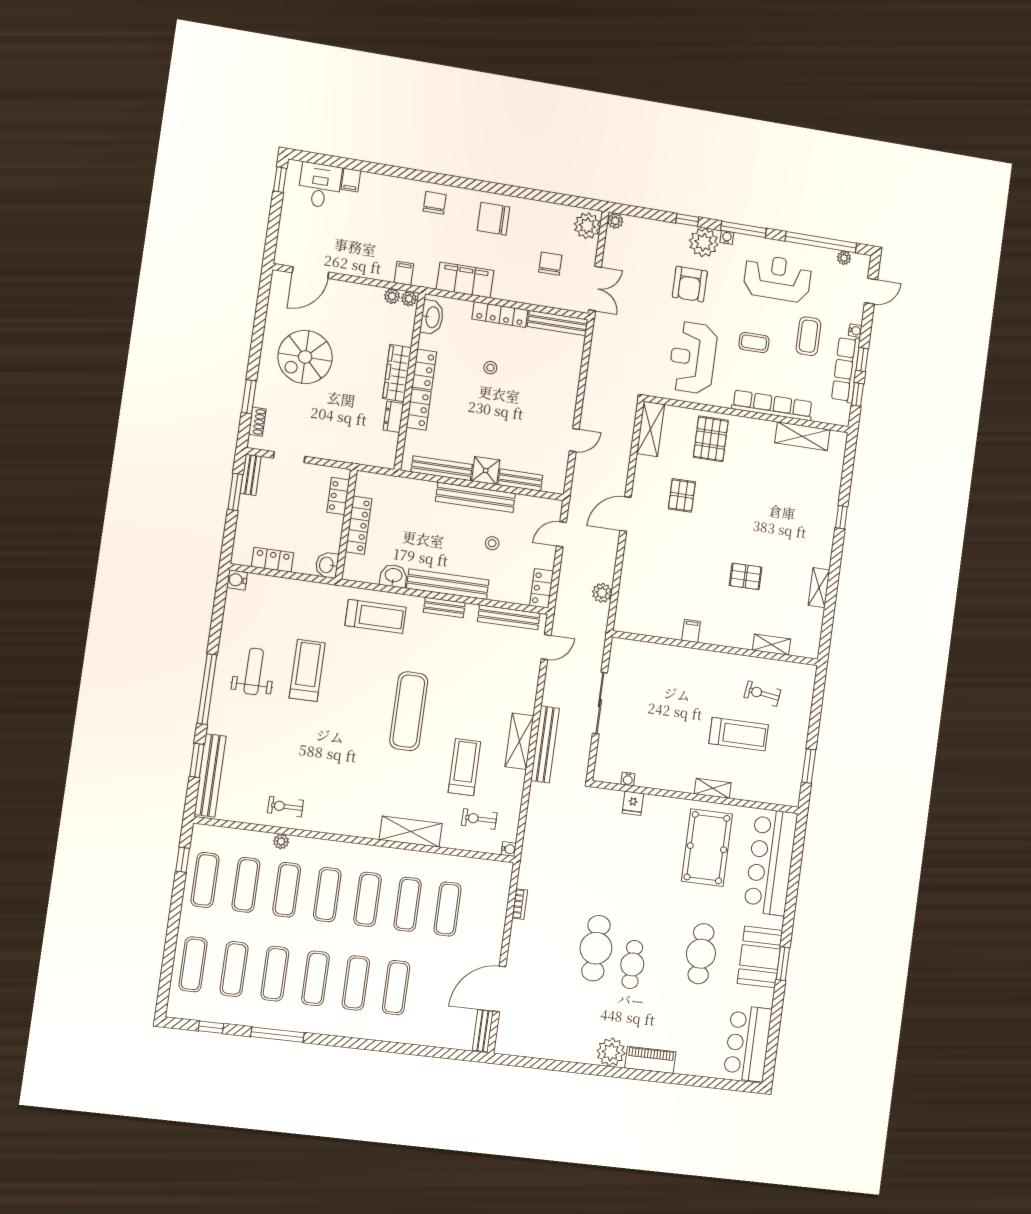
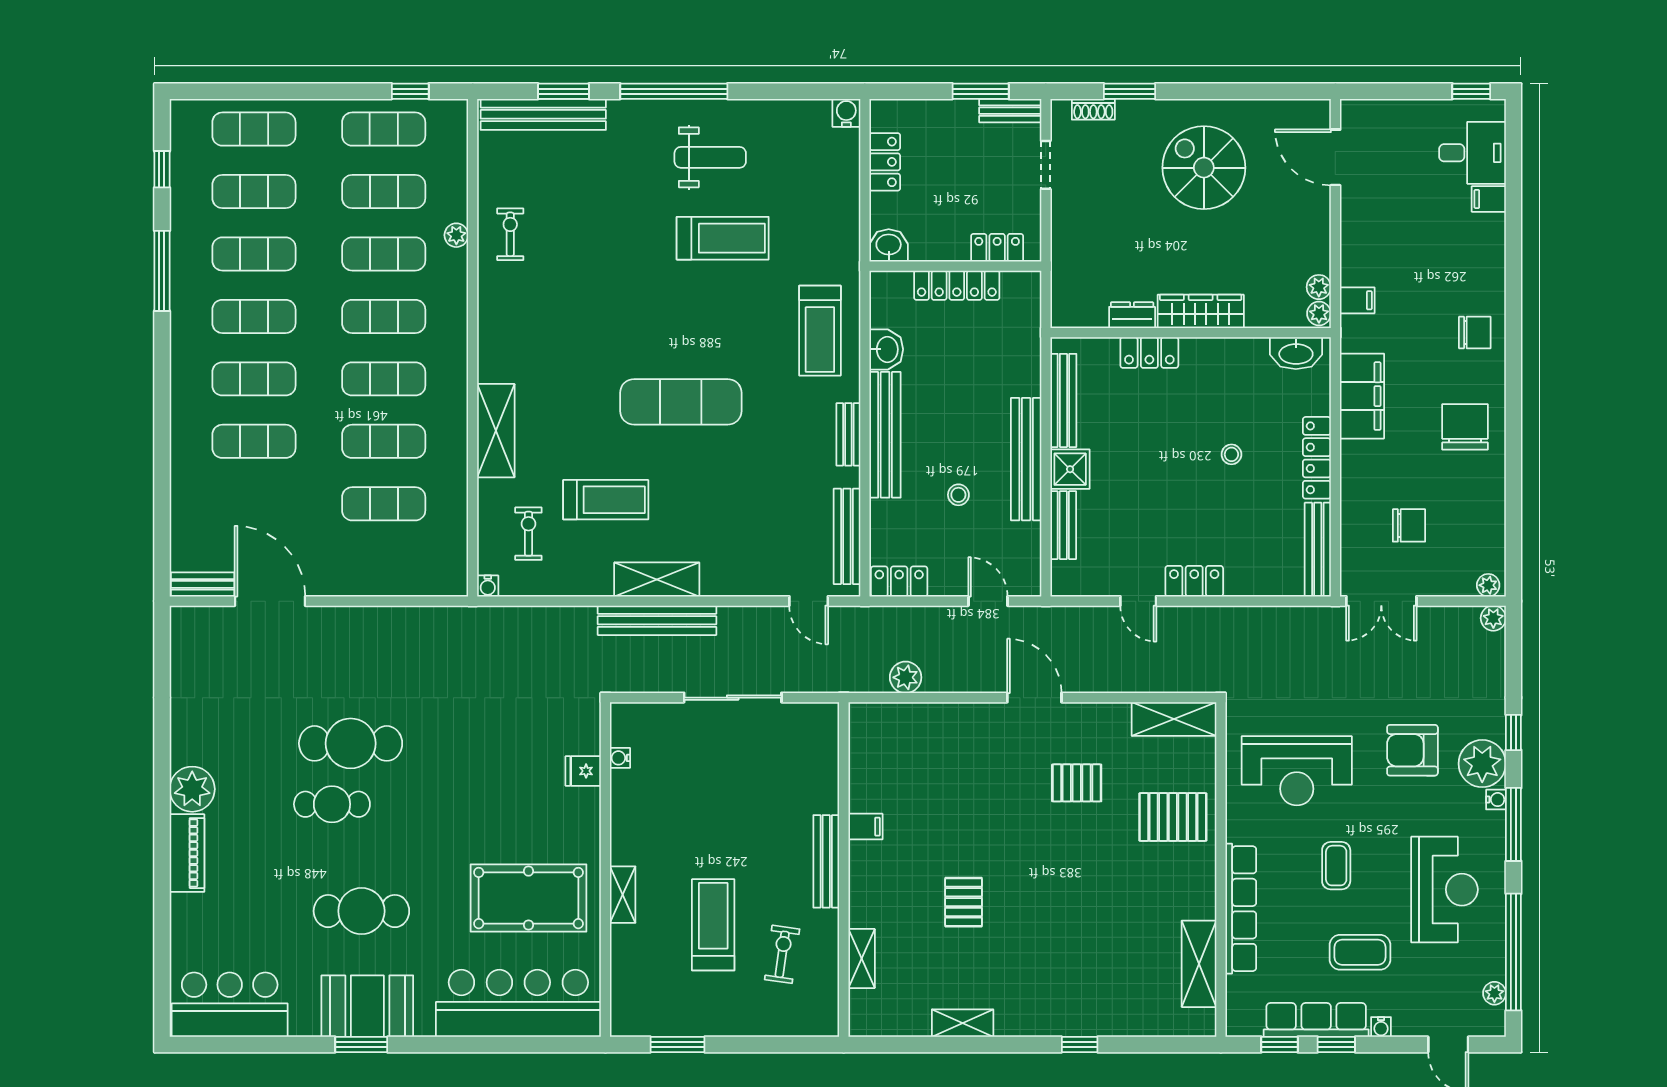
plant: (587, 226) -> (1488, 585), width x0.53, depth x0.53
reception desk: (693, 358) -> (1297, 771), turned 180
locker: (424, 370) -> (1194, 581), moved, turned 180
bench: (709, 658) -> (826, 861), added
treadmill: (739, 734) -> (713, 925), turned 180
bookcase: (520, 904) -> (405, 615), removed

